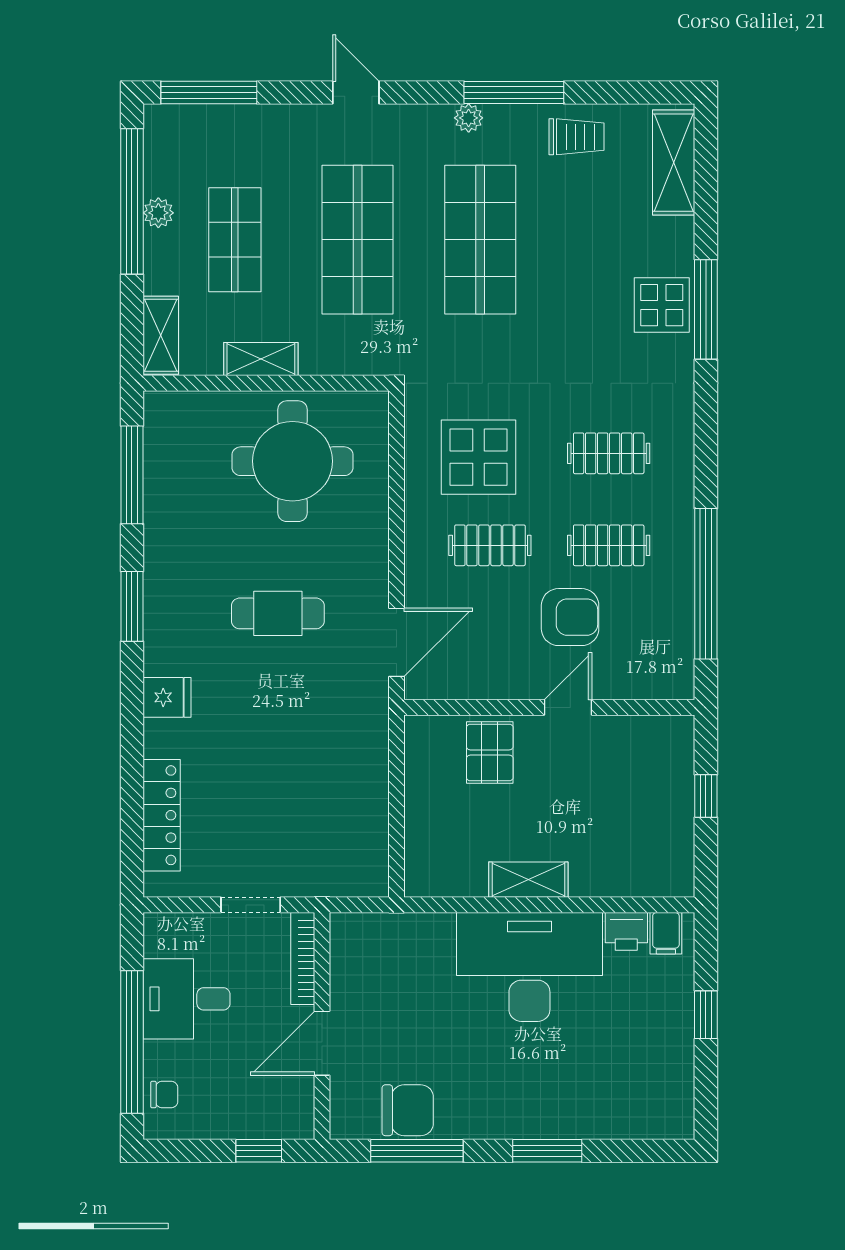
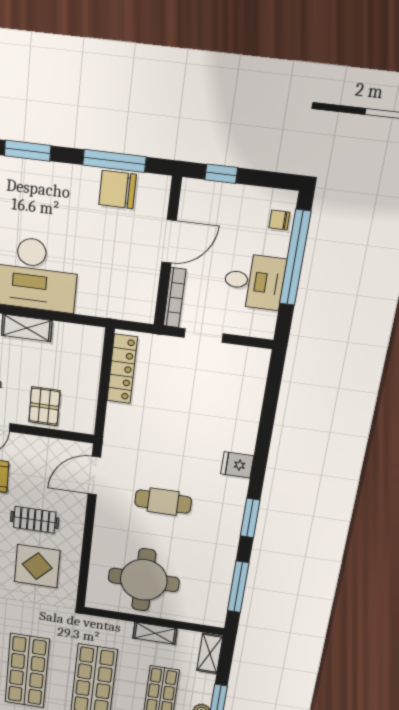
locker: (162, 815) -> (122, 369), moved, turned 180

